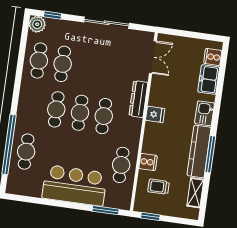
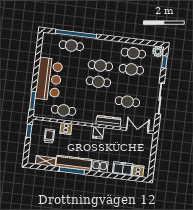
double door: (153, 57) -> (137, 130), swing flipped
cafe table: (104, 116) -> (127, 102), moved

